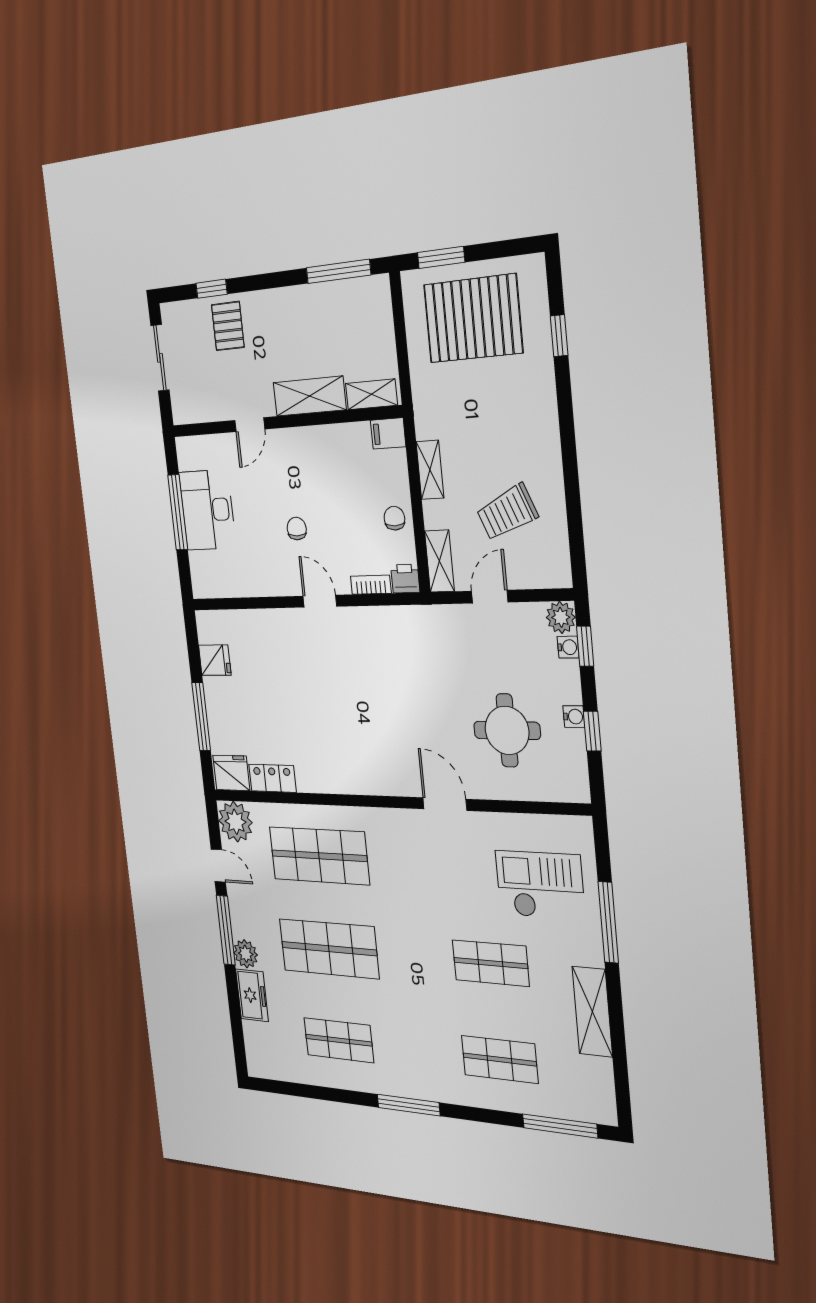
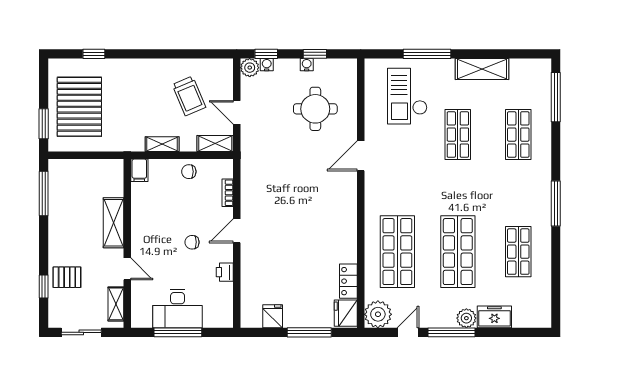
shelving: (371, 394) -> (116, 304), moved
printer: (405, 579) -> (225, 272), moved

